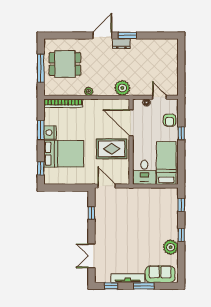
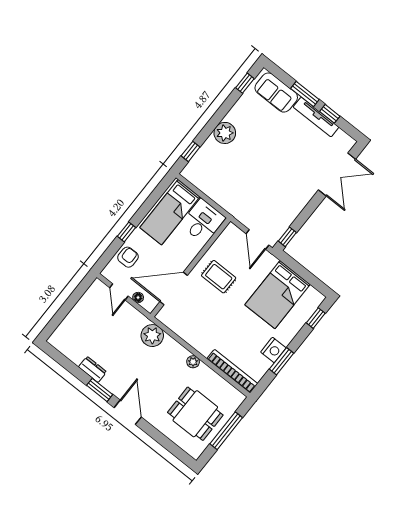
door: (102, 35) -> (128, 412), swing flipped
dresser: (121, 44) -> (92, 369), moved
door: (131, 123) -> (174, 289), swing flipped
rug: (112, 149) -> (219, 277), width x0.73, depth x0.70
bed: (64, 154) -> (278, 295), moved, turned -90
window: (91, 213) -> (287, 237), moved
window: (181, 235) -> (245, 83), moved
plant: (171, 247) -> (225, 133), moved
double door: (91, 256) -> (337, 174), width x1.37
window: (111, 286) -> (330, 114), moved

